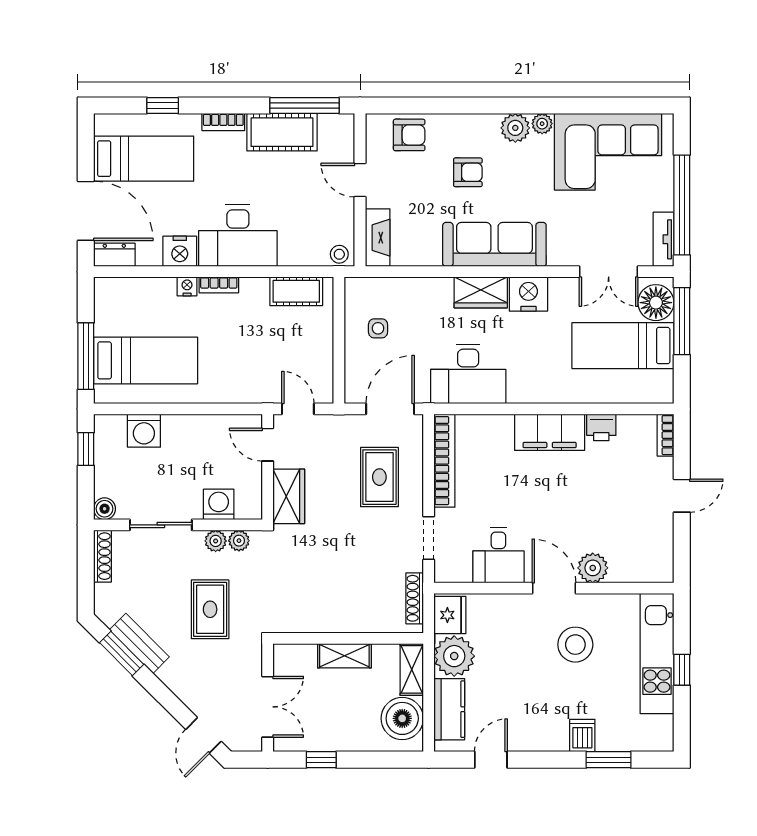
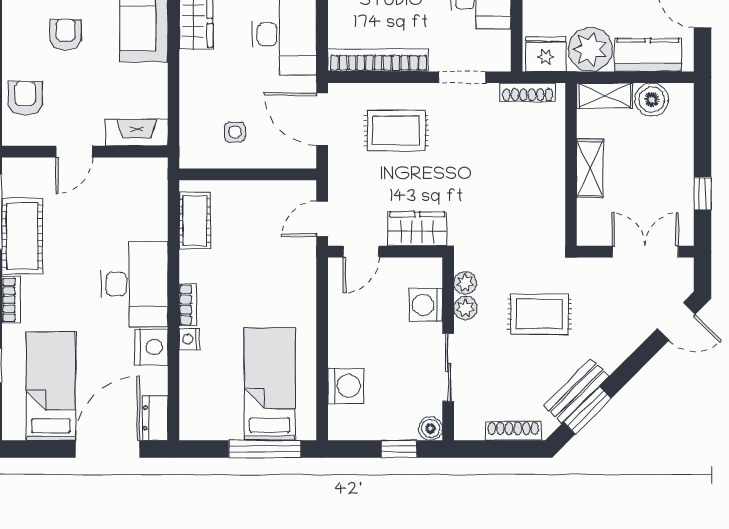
stool: (339, 254) -> (155, 174), removed
window: (86, 449) -> (399, 449), moved
shoe rack: (102, 556) -> (513, 431), moved
boiler: (402, 718) -> (652, 100), width x0.73, depth x0.73

